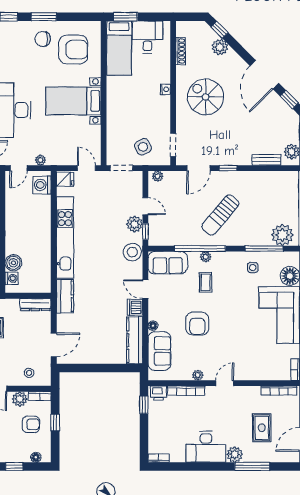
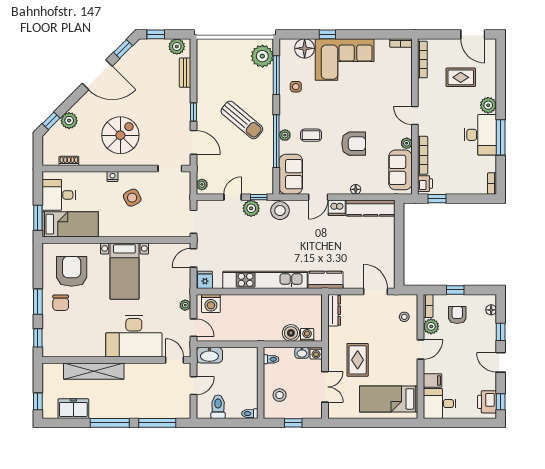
shoe rack: (181, 51) -> (69, 161), width x0.70
spiral stairs: (206, 97) -> (120, 135), turned 180
side table: (143, 147) -> (132, 198), moved
sofa: (159, 351) -> (400, 170), moved, turned -90
window: (252, 466) -> (501, 137), moved

